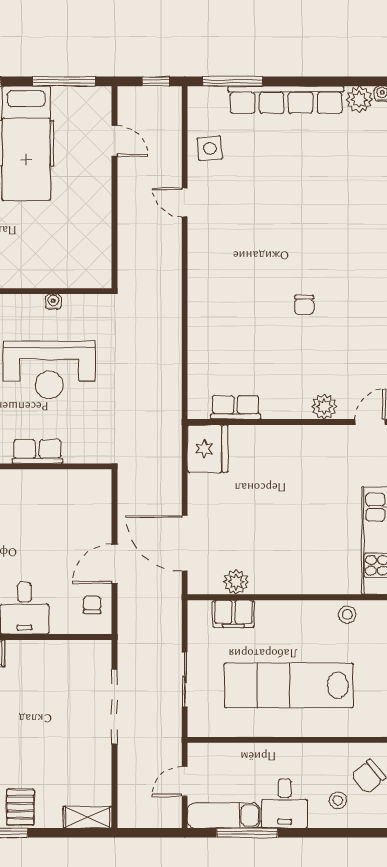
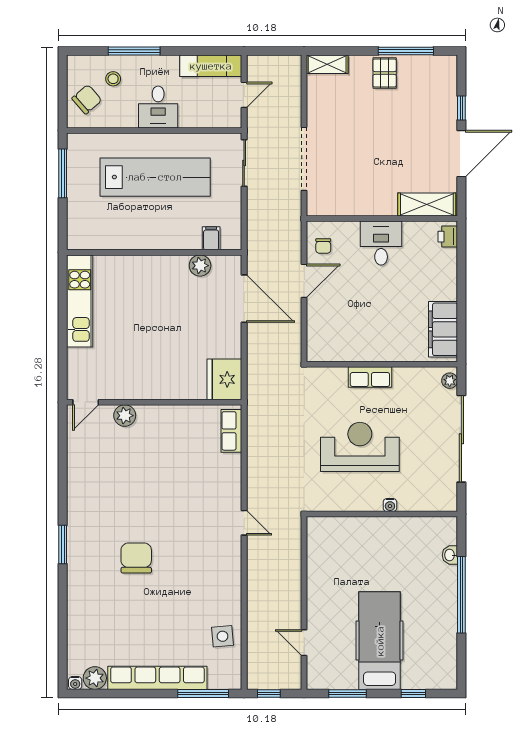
window: (64, 81) -> (347, 694), width x0.69
door: (185, 202) -> (244, 523), moved
water cooler: (53, 302) -> (390, 505), moved
chair: (304, 305) -> (136, 558), moved, width x1.87, depth x1.87
row of seats: (236, 407) -> (231, 431), moved, turned 90
filing cabinet: (233, 614) -> (211, 238), width x0.50
stool: (347, 615) -> (105, 238), removed
sliding door: (185, 679) -> (244, 163), moved
desk: (285, 803) -> (158, 107), moved, turned 180
window: (247, 833) -> (134, 51), moved

